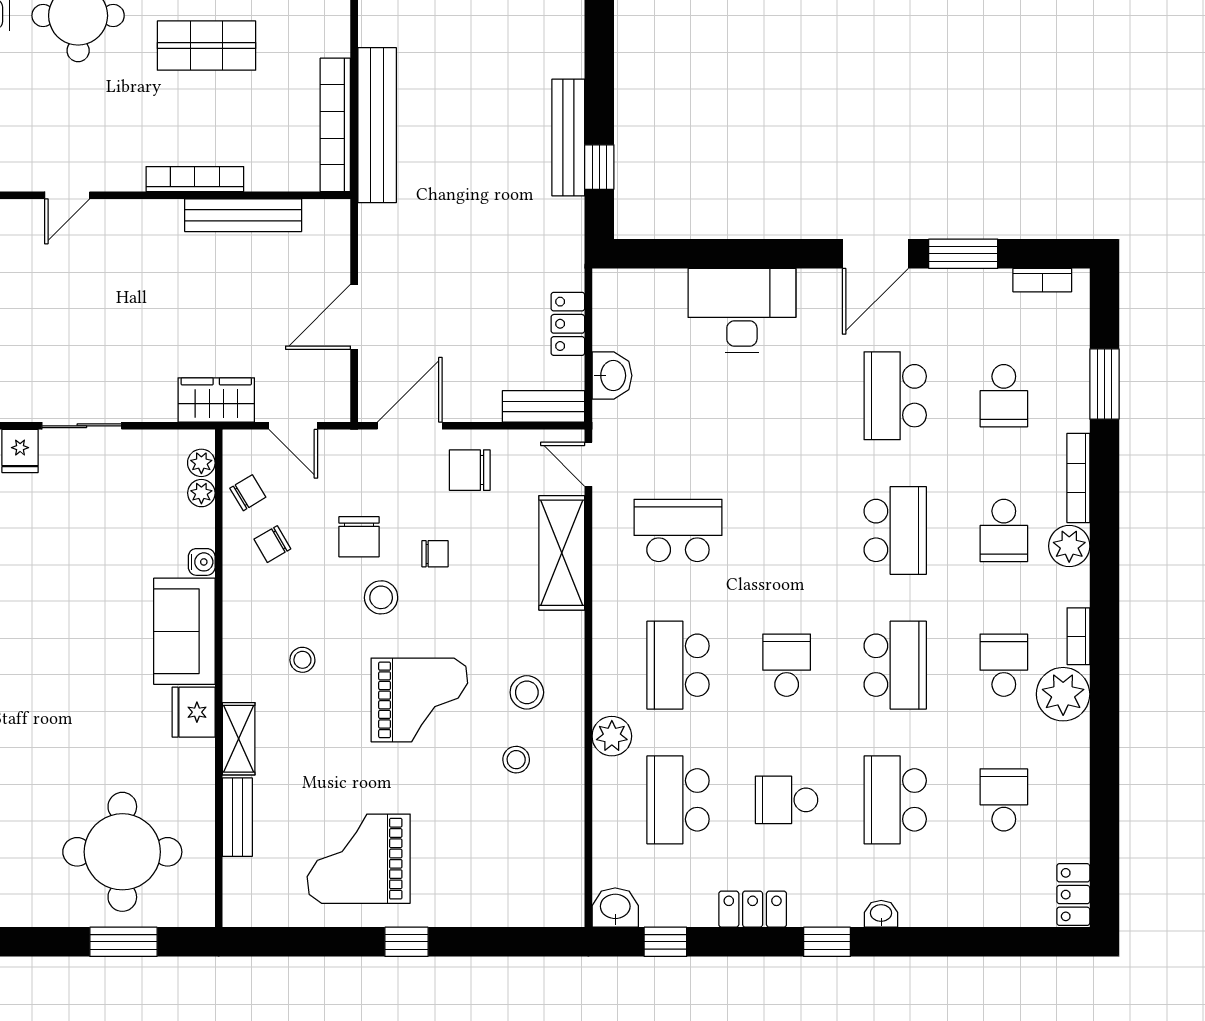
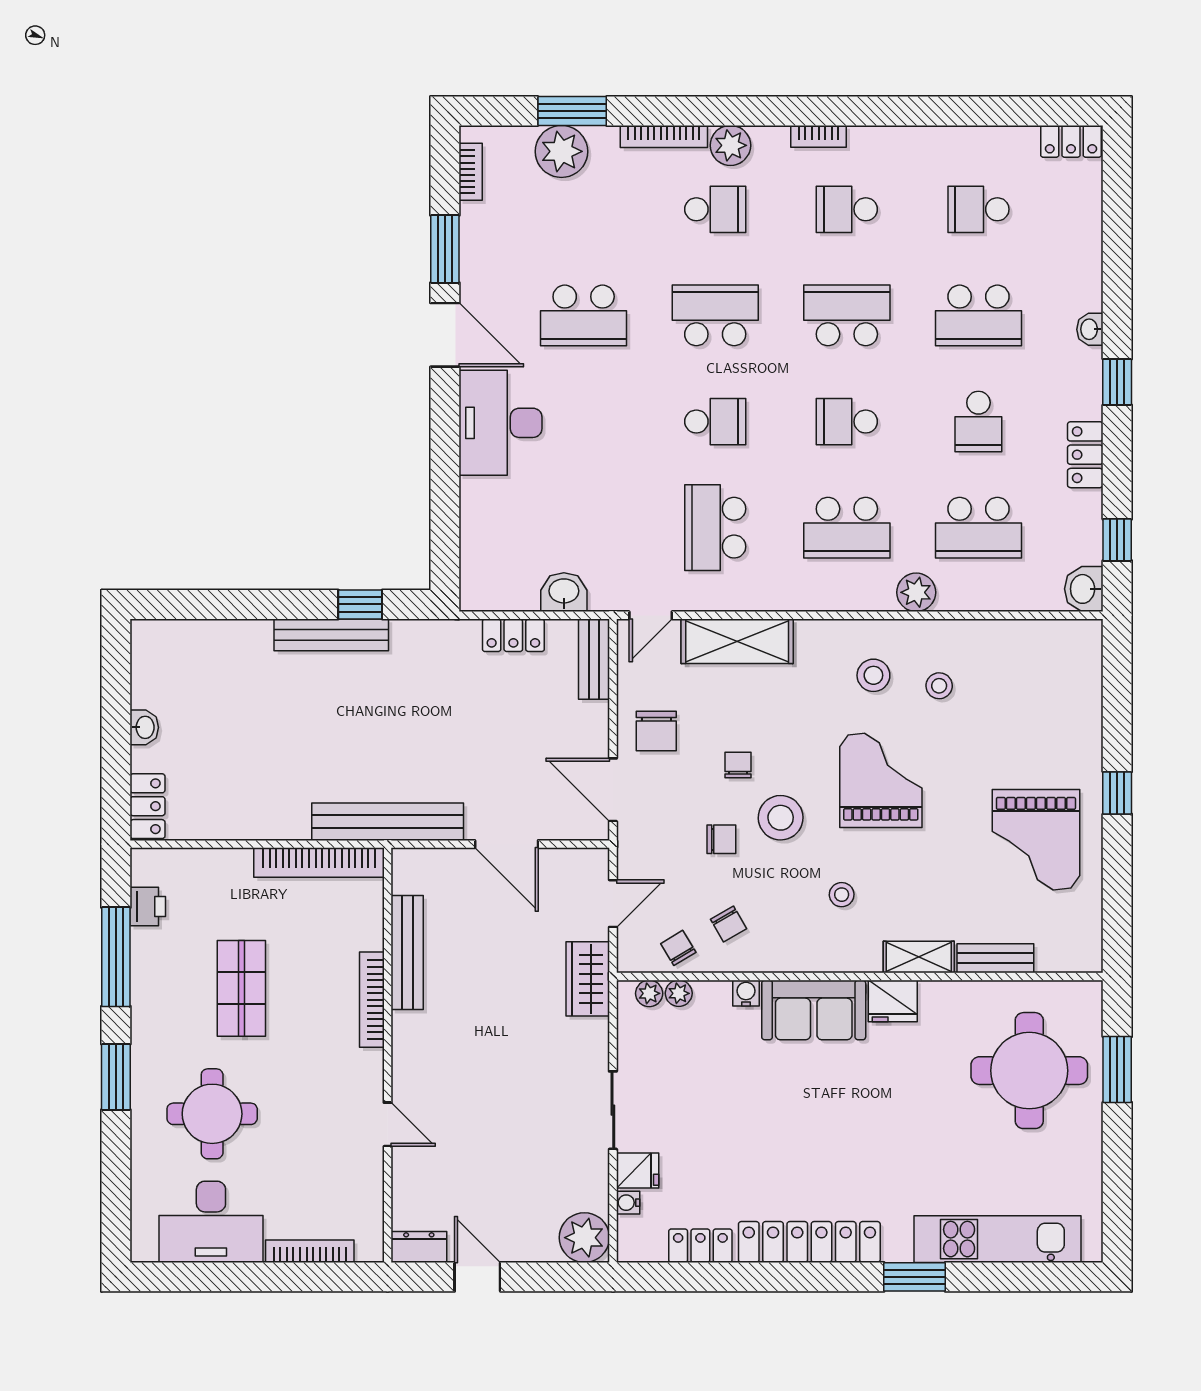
bench: (377, 125) -> (388, 822), moved
desk: (742, 311) -> (500, 423), moved
school desk: (1004, 396) -> (715, 422), moved
chair: (359, 537) -> (721, 839), width x0.73, depth x0.73
stool: (381, 597) -> (781, 818), width x1.38, depth x1.38
plant: (1063, 694) -> (561, 151), moved

